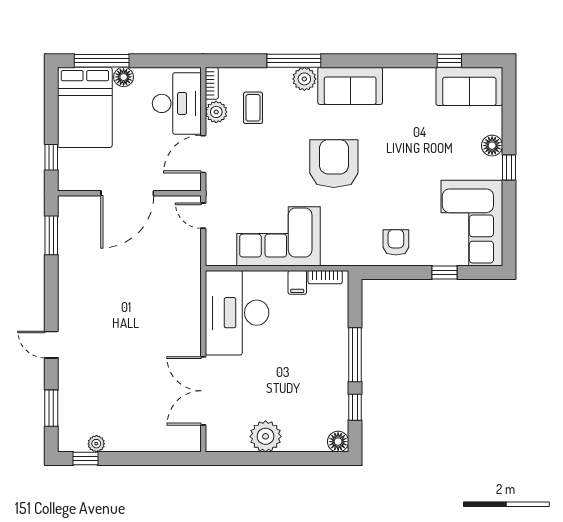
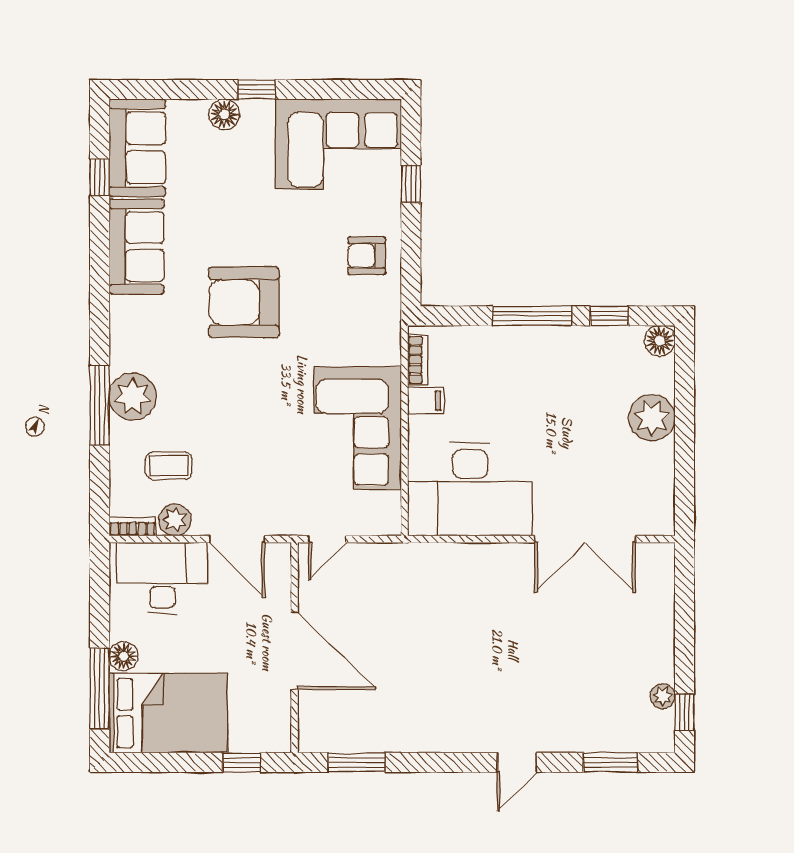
plant: (304, 79) -> (133, 397), width x1.36, depth x1.36
sofa: (350, 86) -> (136, 247), moved
armchair: (334, 164) -> (244, 302), moved
plant: (266, 436) -> (652, 418), moved

